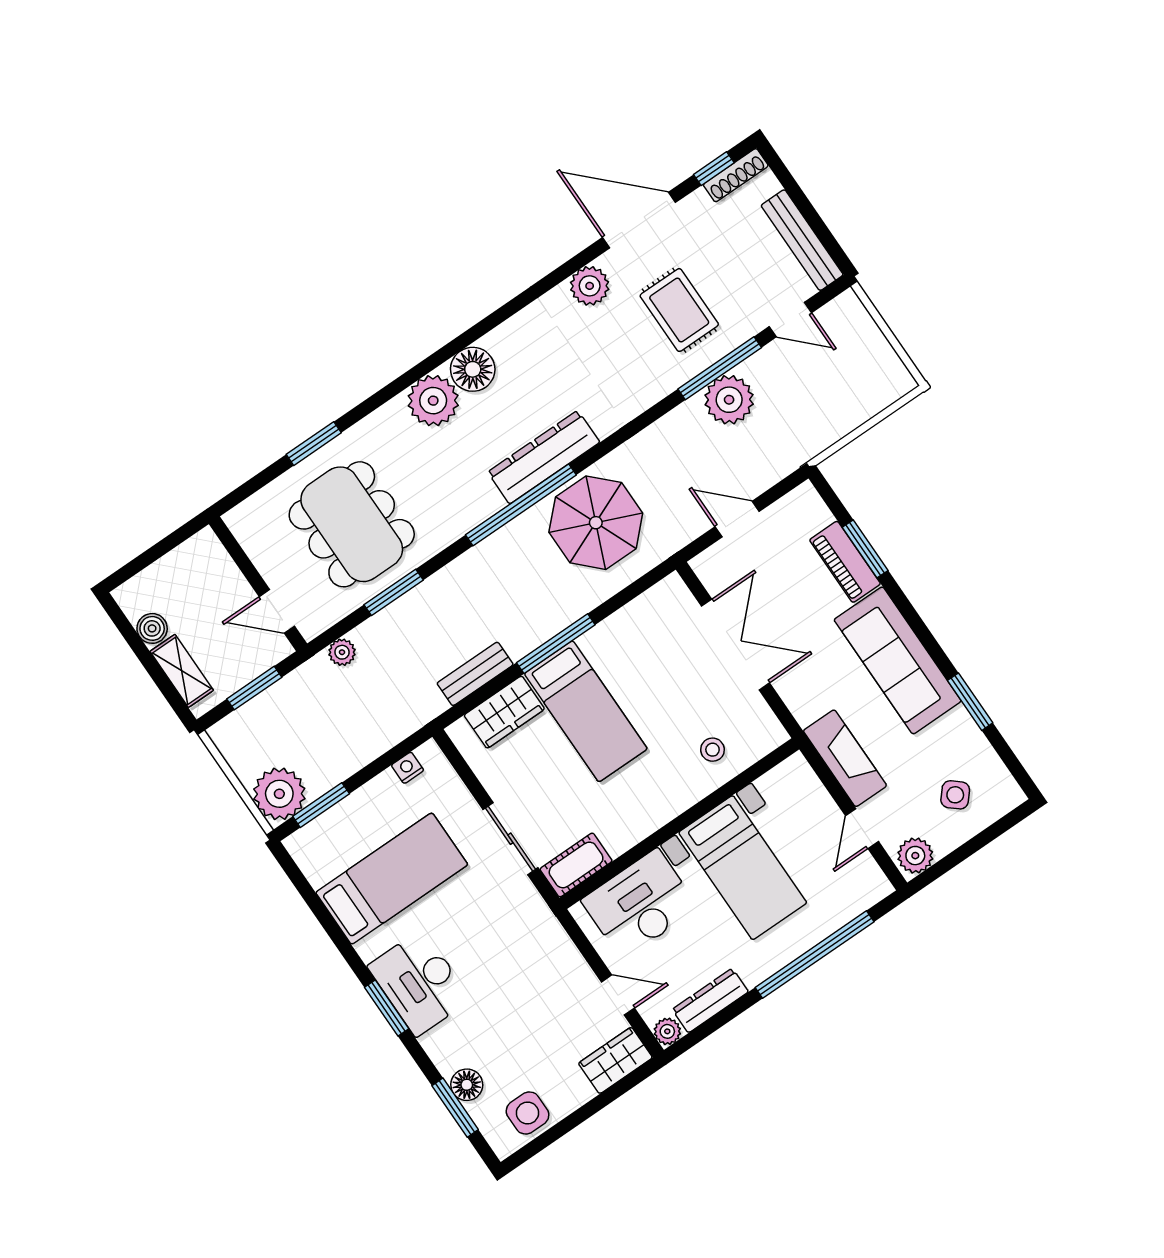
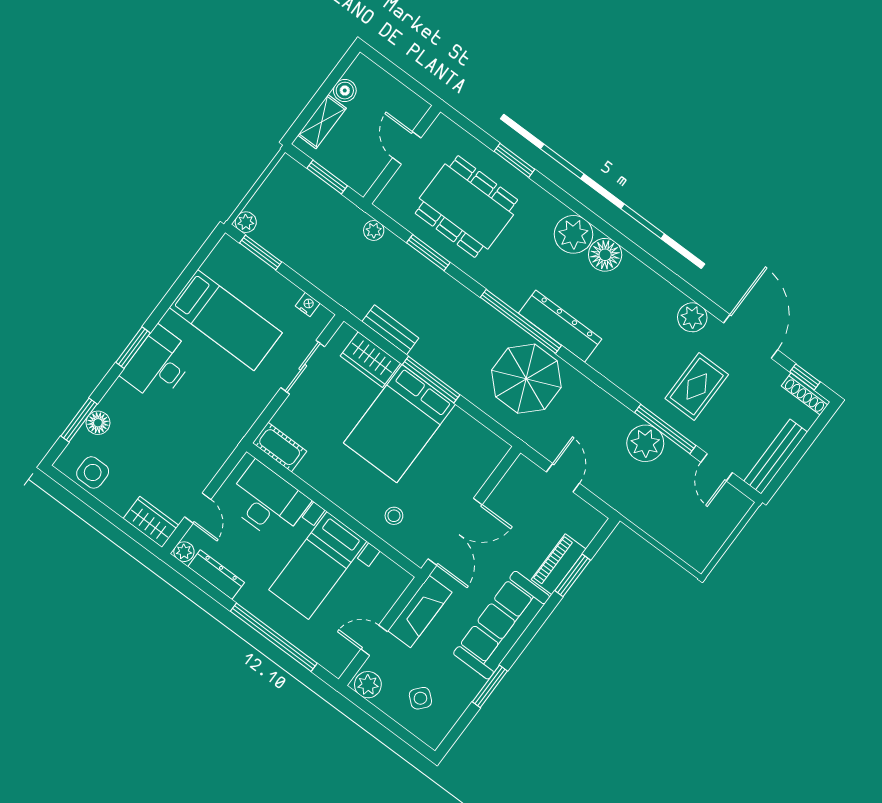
dining table: (352, 524) -> (466, 207), turned 90
door: (277, 611) -> (407, 148), moved
double door: (735, 645) -> (455, 532), moved
bed: (586, 711) -> (399, 424), width x1.50
plant: (279, 794) -> (246, 222), width x0.53, depth x0.53
sliding door: (511, 839) -> (303, 367), moved

